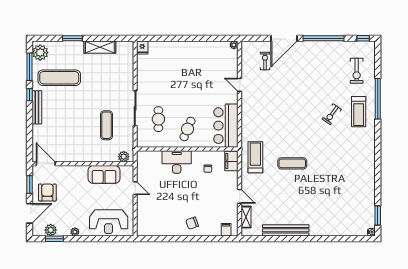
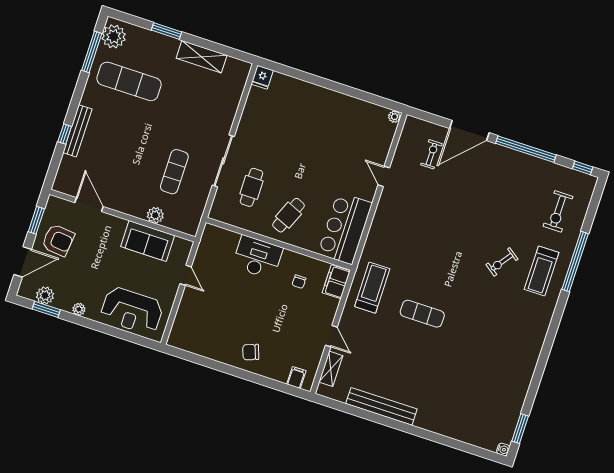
window: (30, 95) -> (65, 134), moved
bench: (37, 107) -> (77, 131), moved
plant: (124, 157) -> (155, 215), moved
door: (46, 164) -> (89, 205), moved
armchair: (47, 192) -> (58, 240), turned 96

